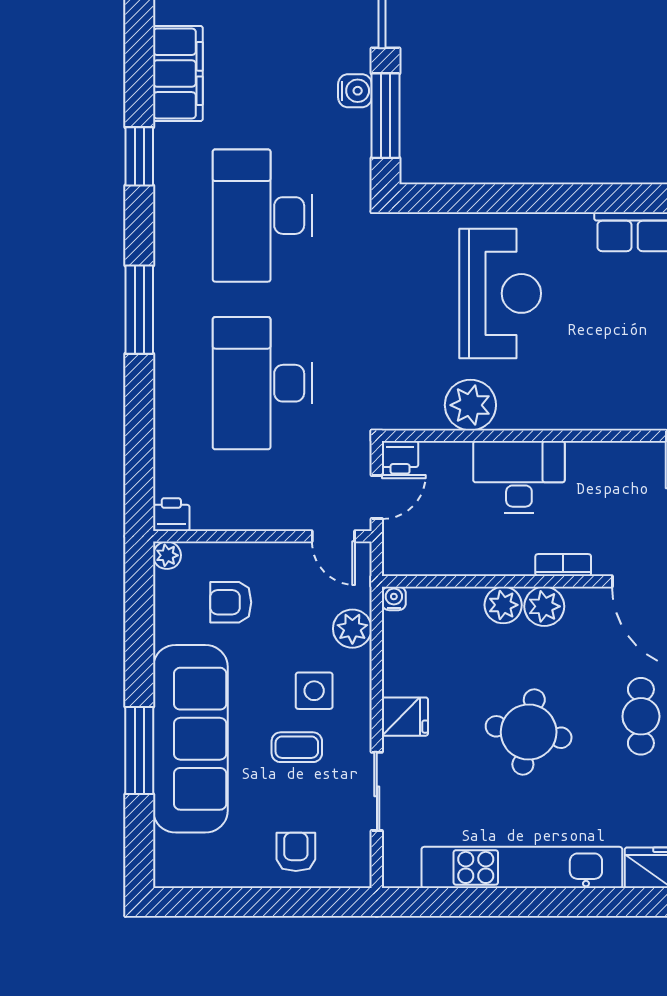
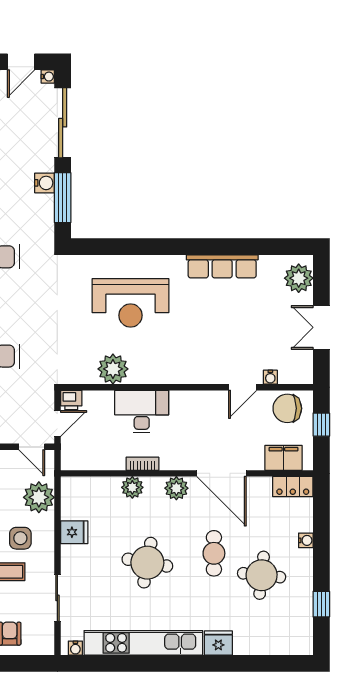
reception desk: (500, 293) -> (131, 303), turned 90
bookcase: (563, 565) -> (142, 464), moved
water cooler: (394, 598) -> (75, 648), moved, turned 180
plant: (544, 606) -> (176, 488), moved
plant: (352, 629) -> (39, 497), width x1.36, depth x1.36
fridge: (405, 717) -> (74, 532), moved

